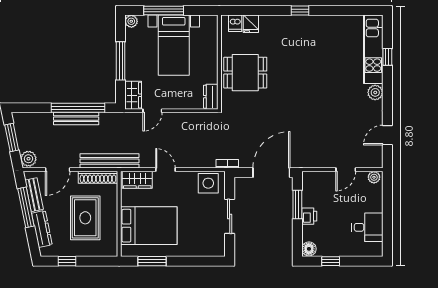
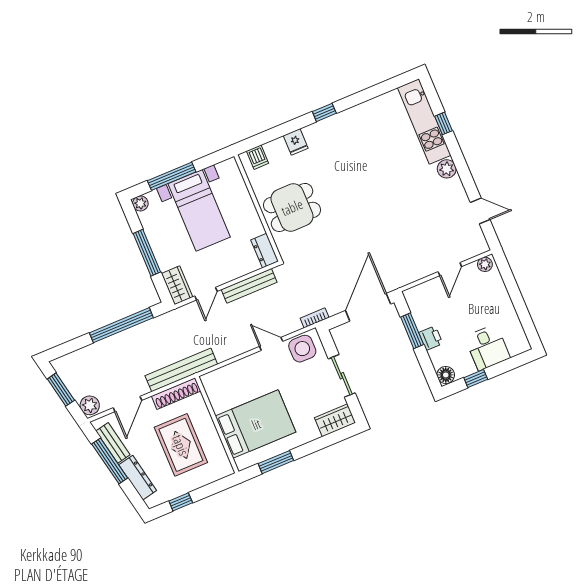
fridge: (251, 24) -> (296, 142), moved
bench: (76, 119) -> (249, 286), moved
door: (387, 135) -> (480, 211), swing flipped
door: (165, 170) -> (271, 344), moved
wardrobe: (137, 180) -> (335, 420), moved, turned 180
desk: (367, 227) -> (487, 347), moved, turned 90

